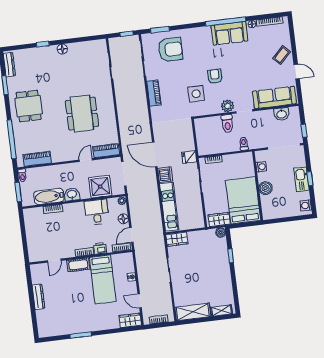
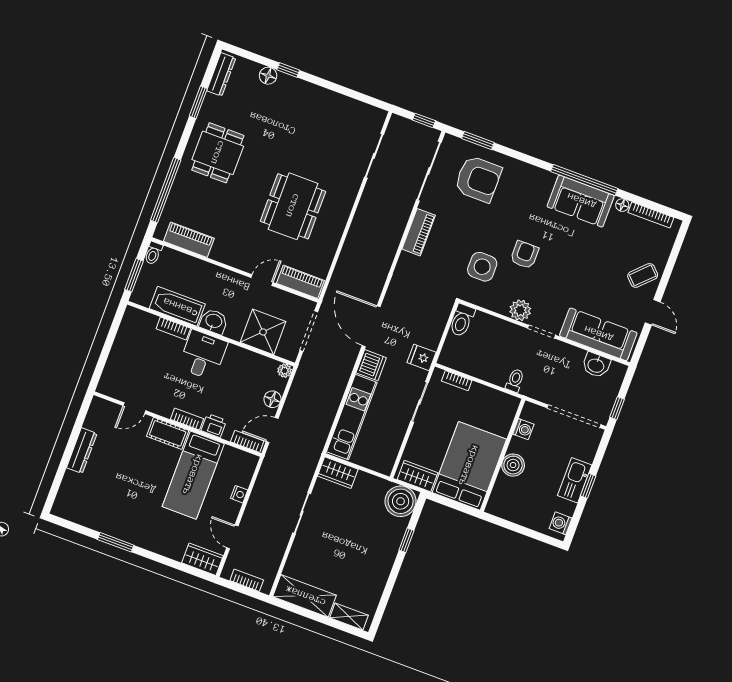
floor lamp: (62, 49) -> (268, 76), moved
toilet: (227, 124) -> (462, 320), moved
desk: (97, 212) -> (203, 355), moved
boiler: (221, 232) -> (401, 501), width x1.86, depth x1.86

